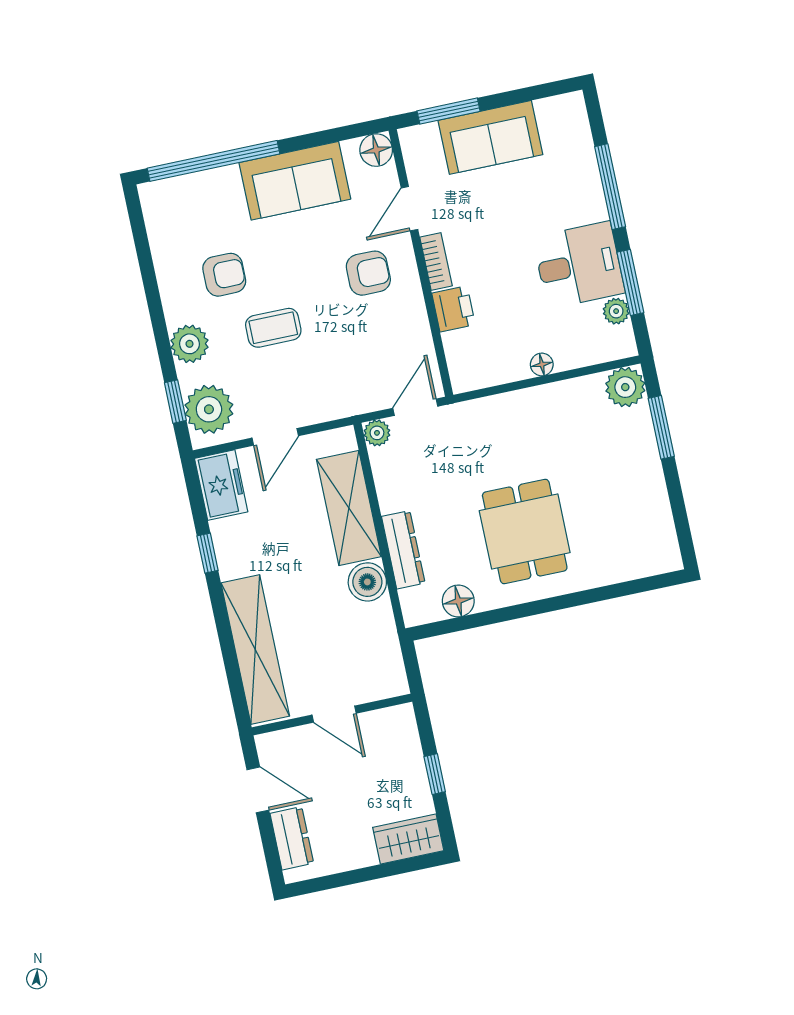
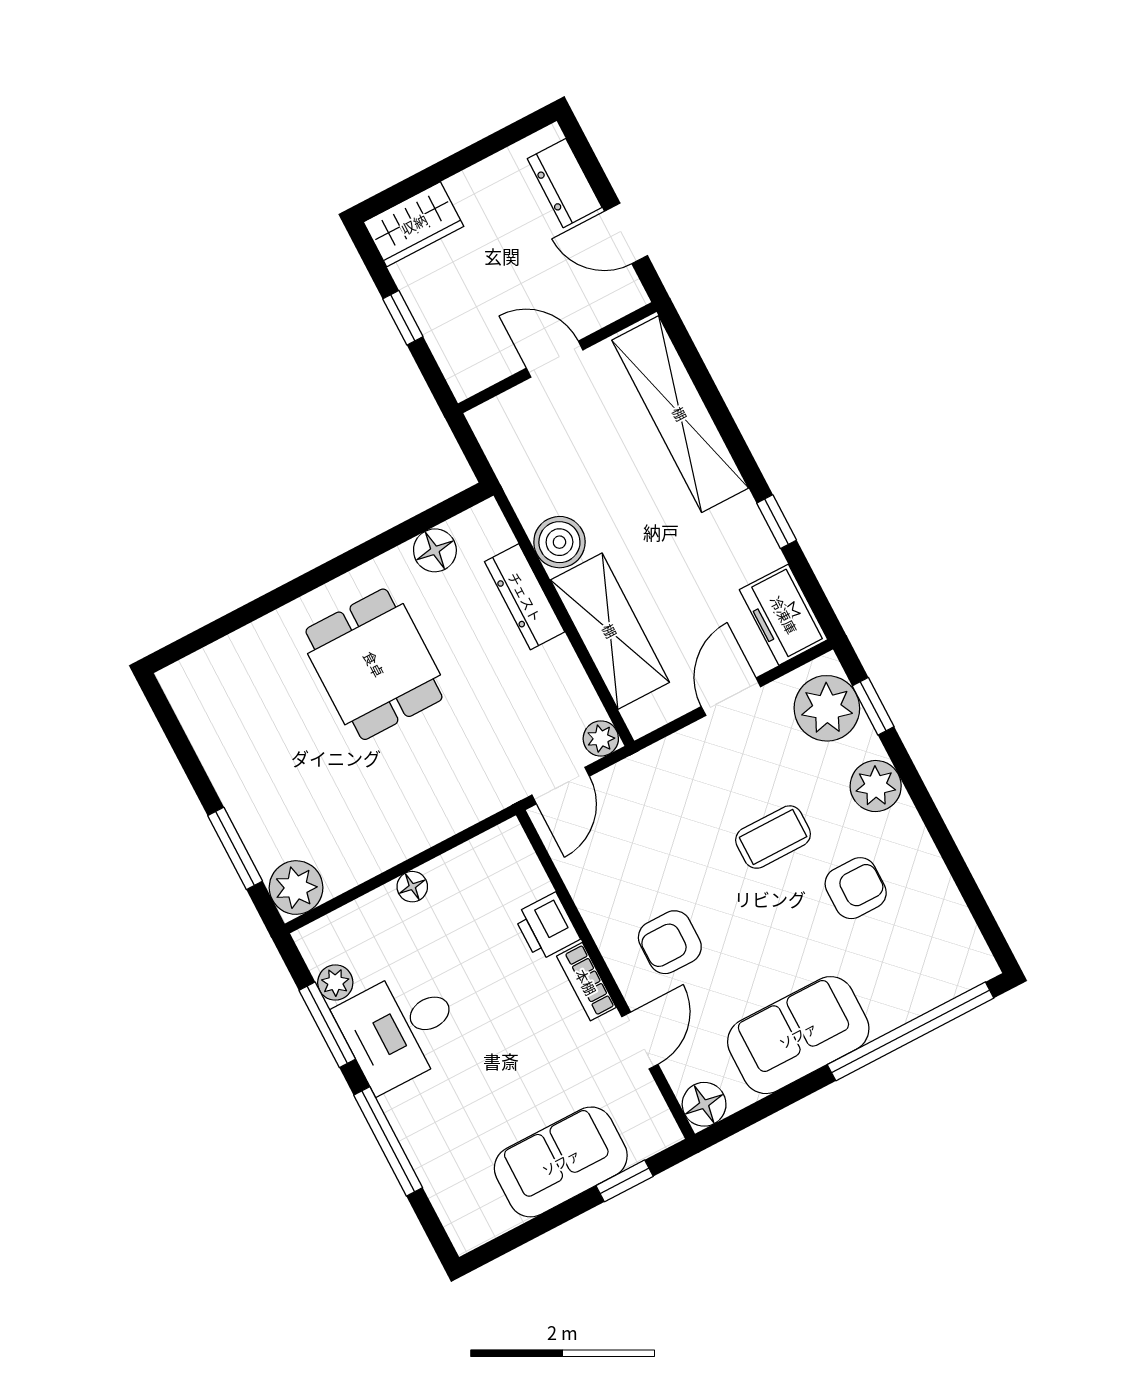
window: (449, 111) -> (625, 1181), width x0.67
armchair: (224, 275) -> (856, 888), turned 180

